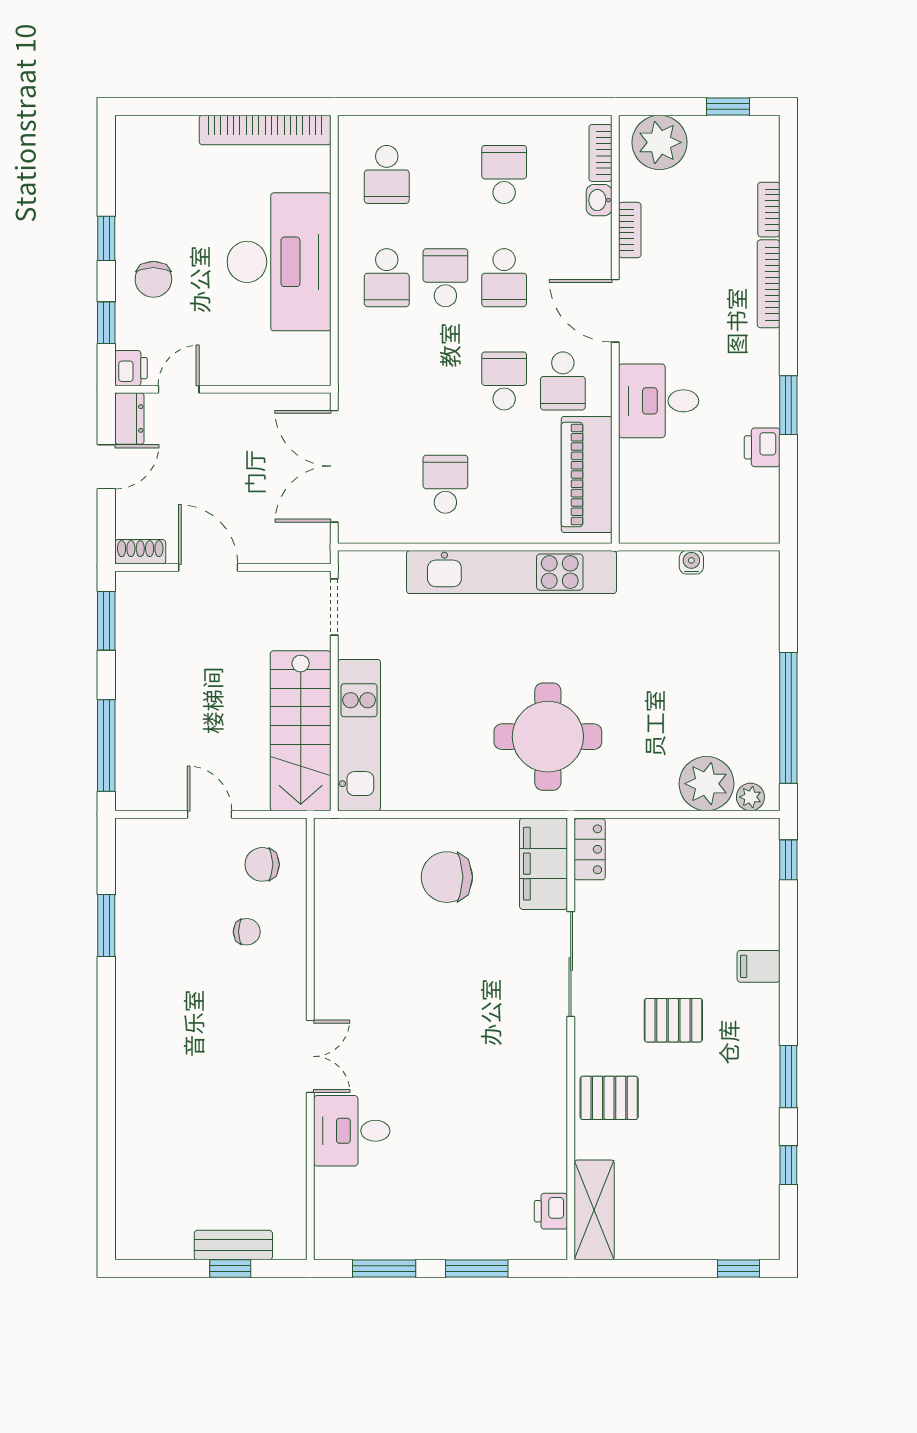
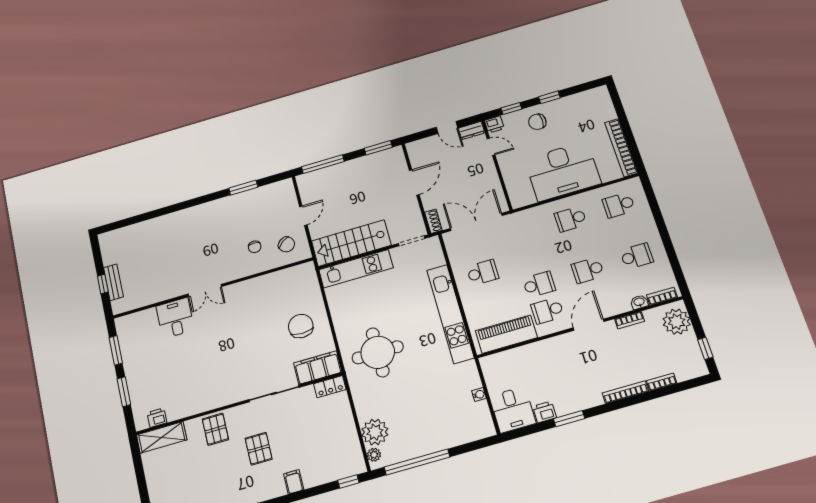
school desk: (445, 278) -> (579, 244), removed
desk: (659, 401) -> (513, 410), moved, turned 180
shoe rack: (140, 552) -> (433, 221), moved
chair: (262, 864) -> (286, 244), turned 141

